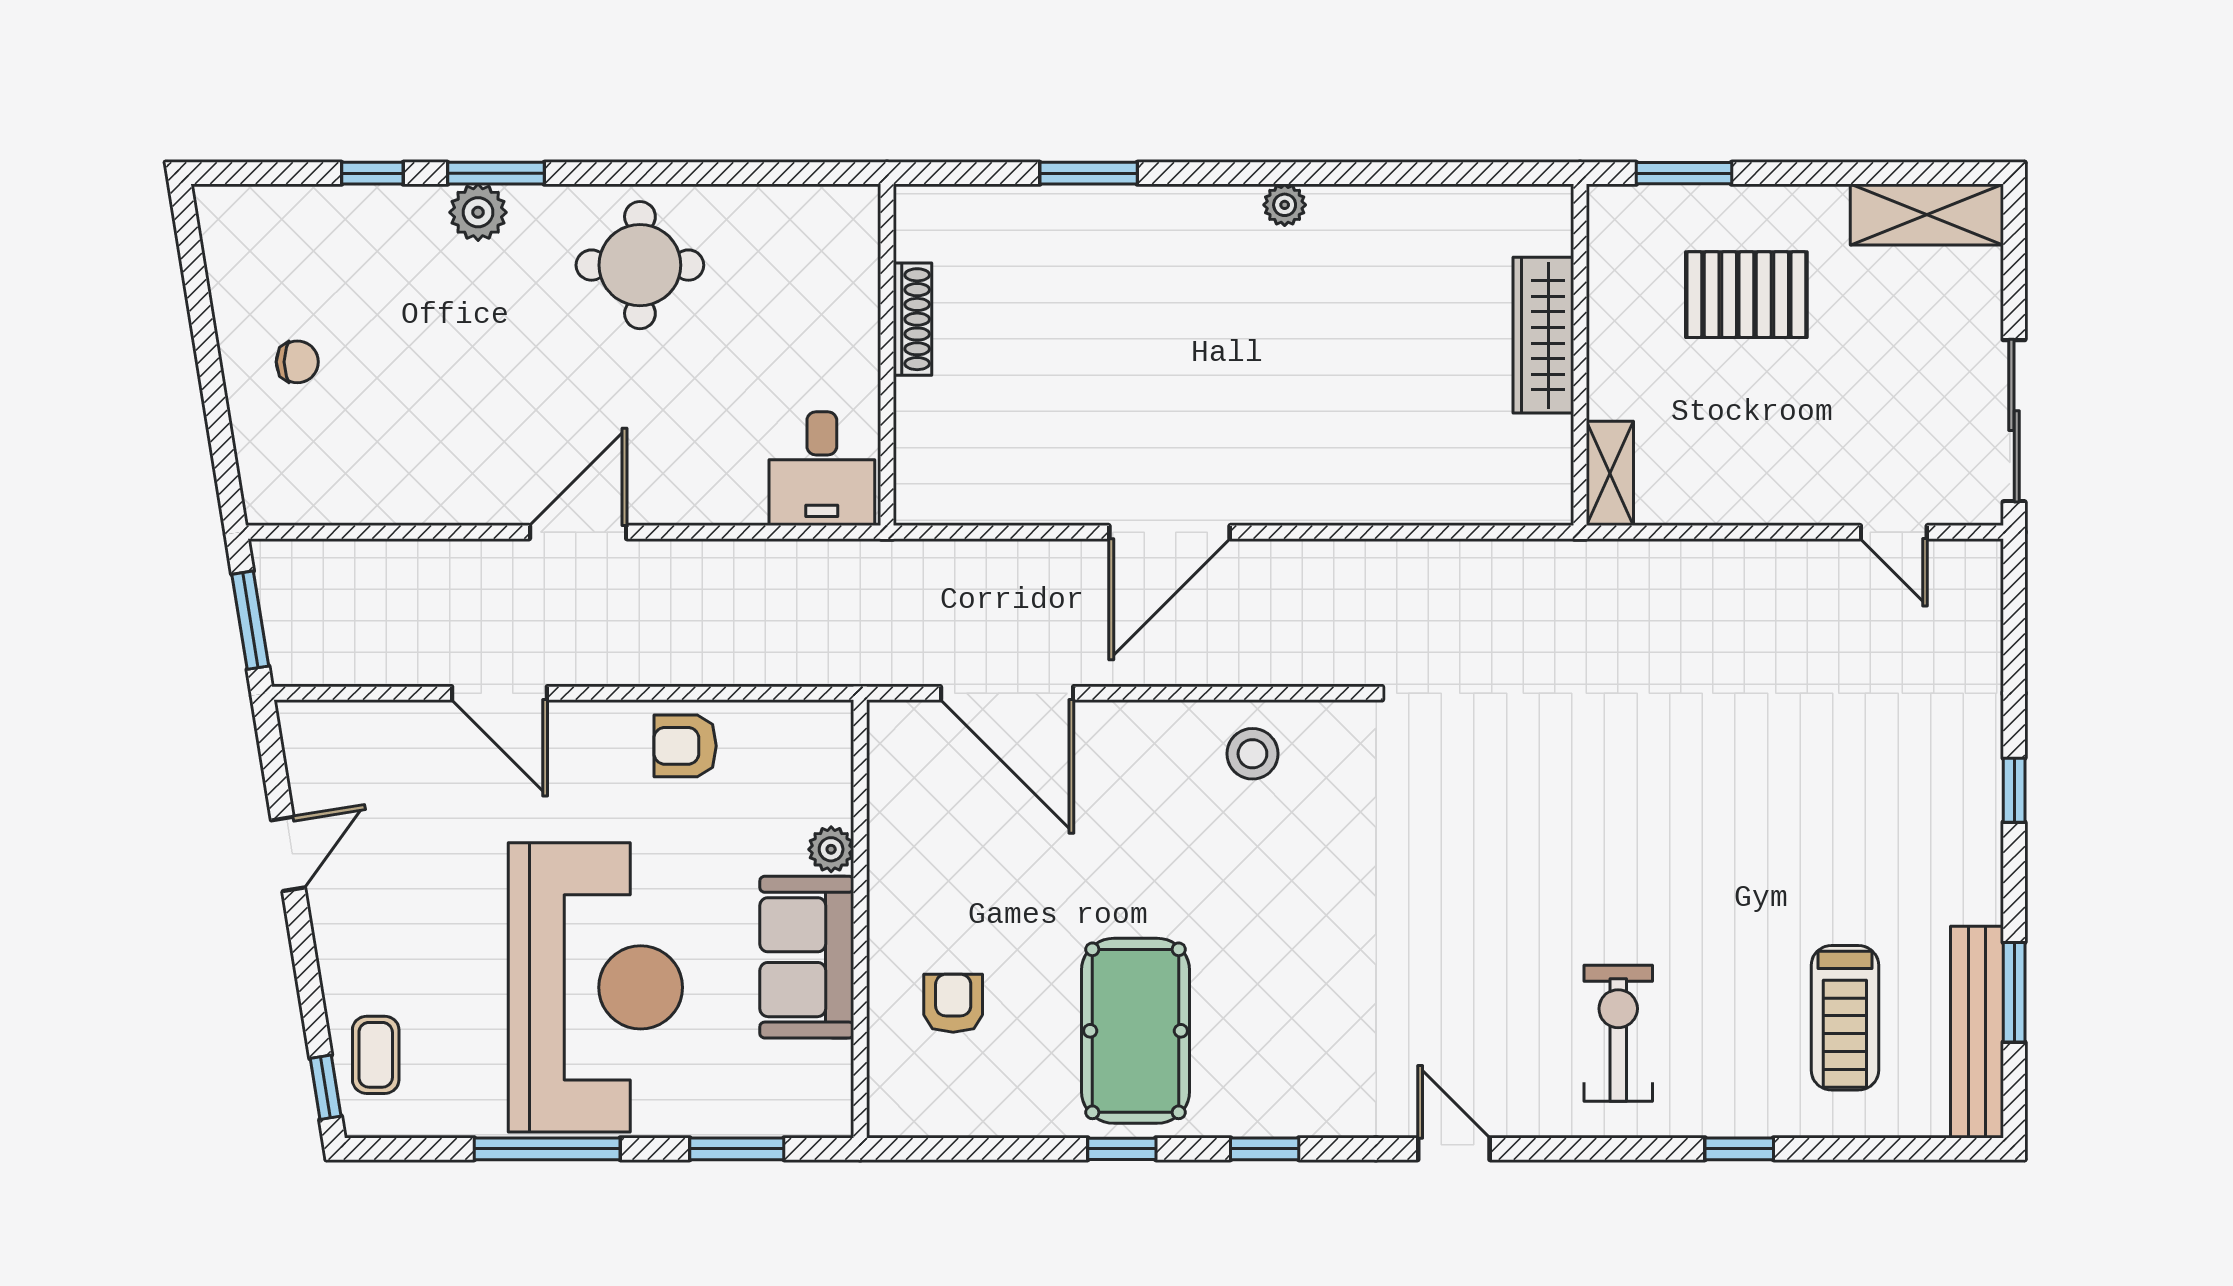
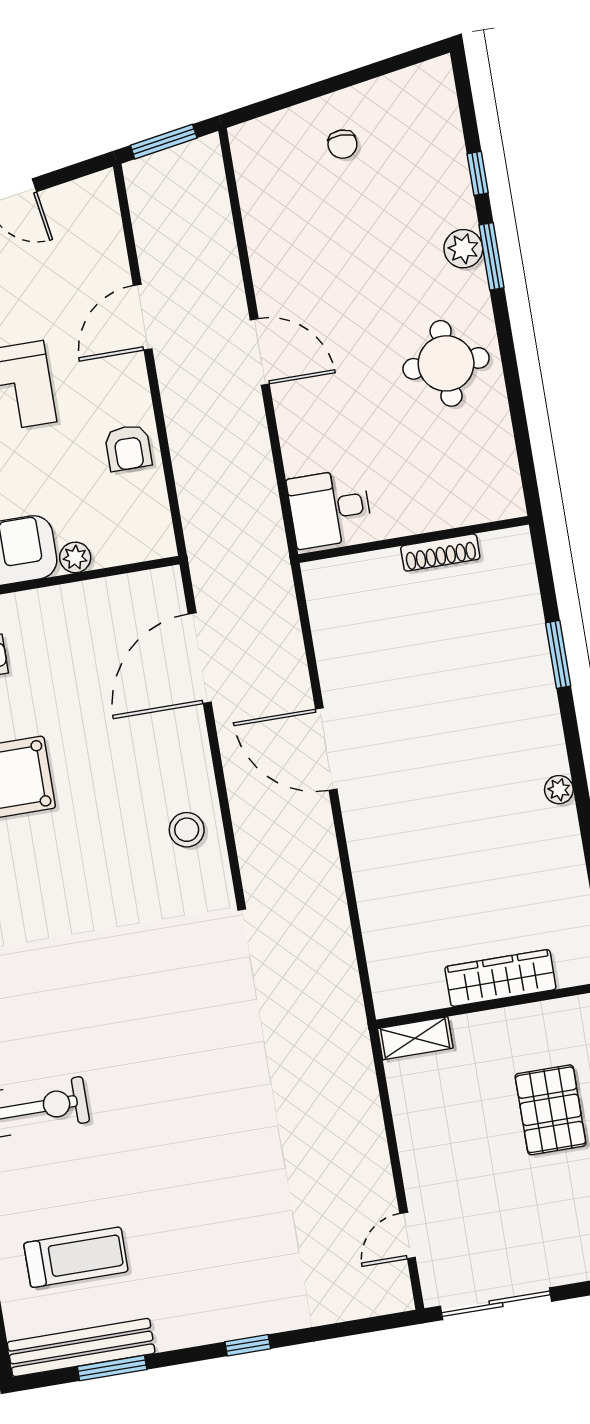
armchair: (685, 746) -> (128, 448), turned 180
treadmill: (1845, 1018) -> (76, 1257), turned 180

